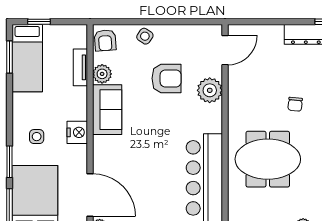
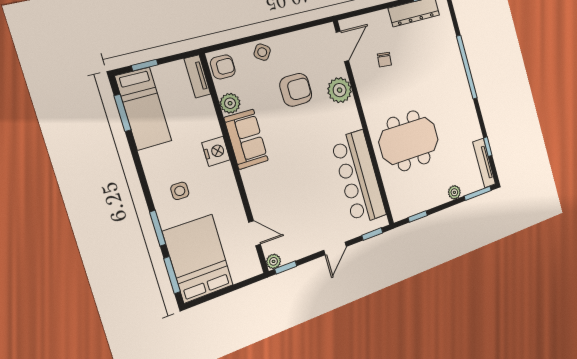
armchair: (105, 40) -> (223, 67), turned -86
tv unit: (80, 67) -> (197, 76), moved
chair: (295, 104) -> (384, 60), moved
nightstand: (77, 132) -> (216, 151), moved
door: (90, 195) -> (255, 233), width x0.53

